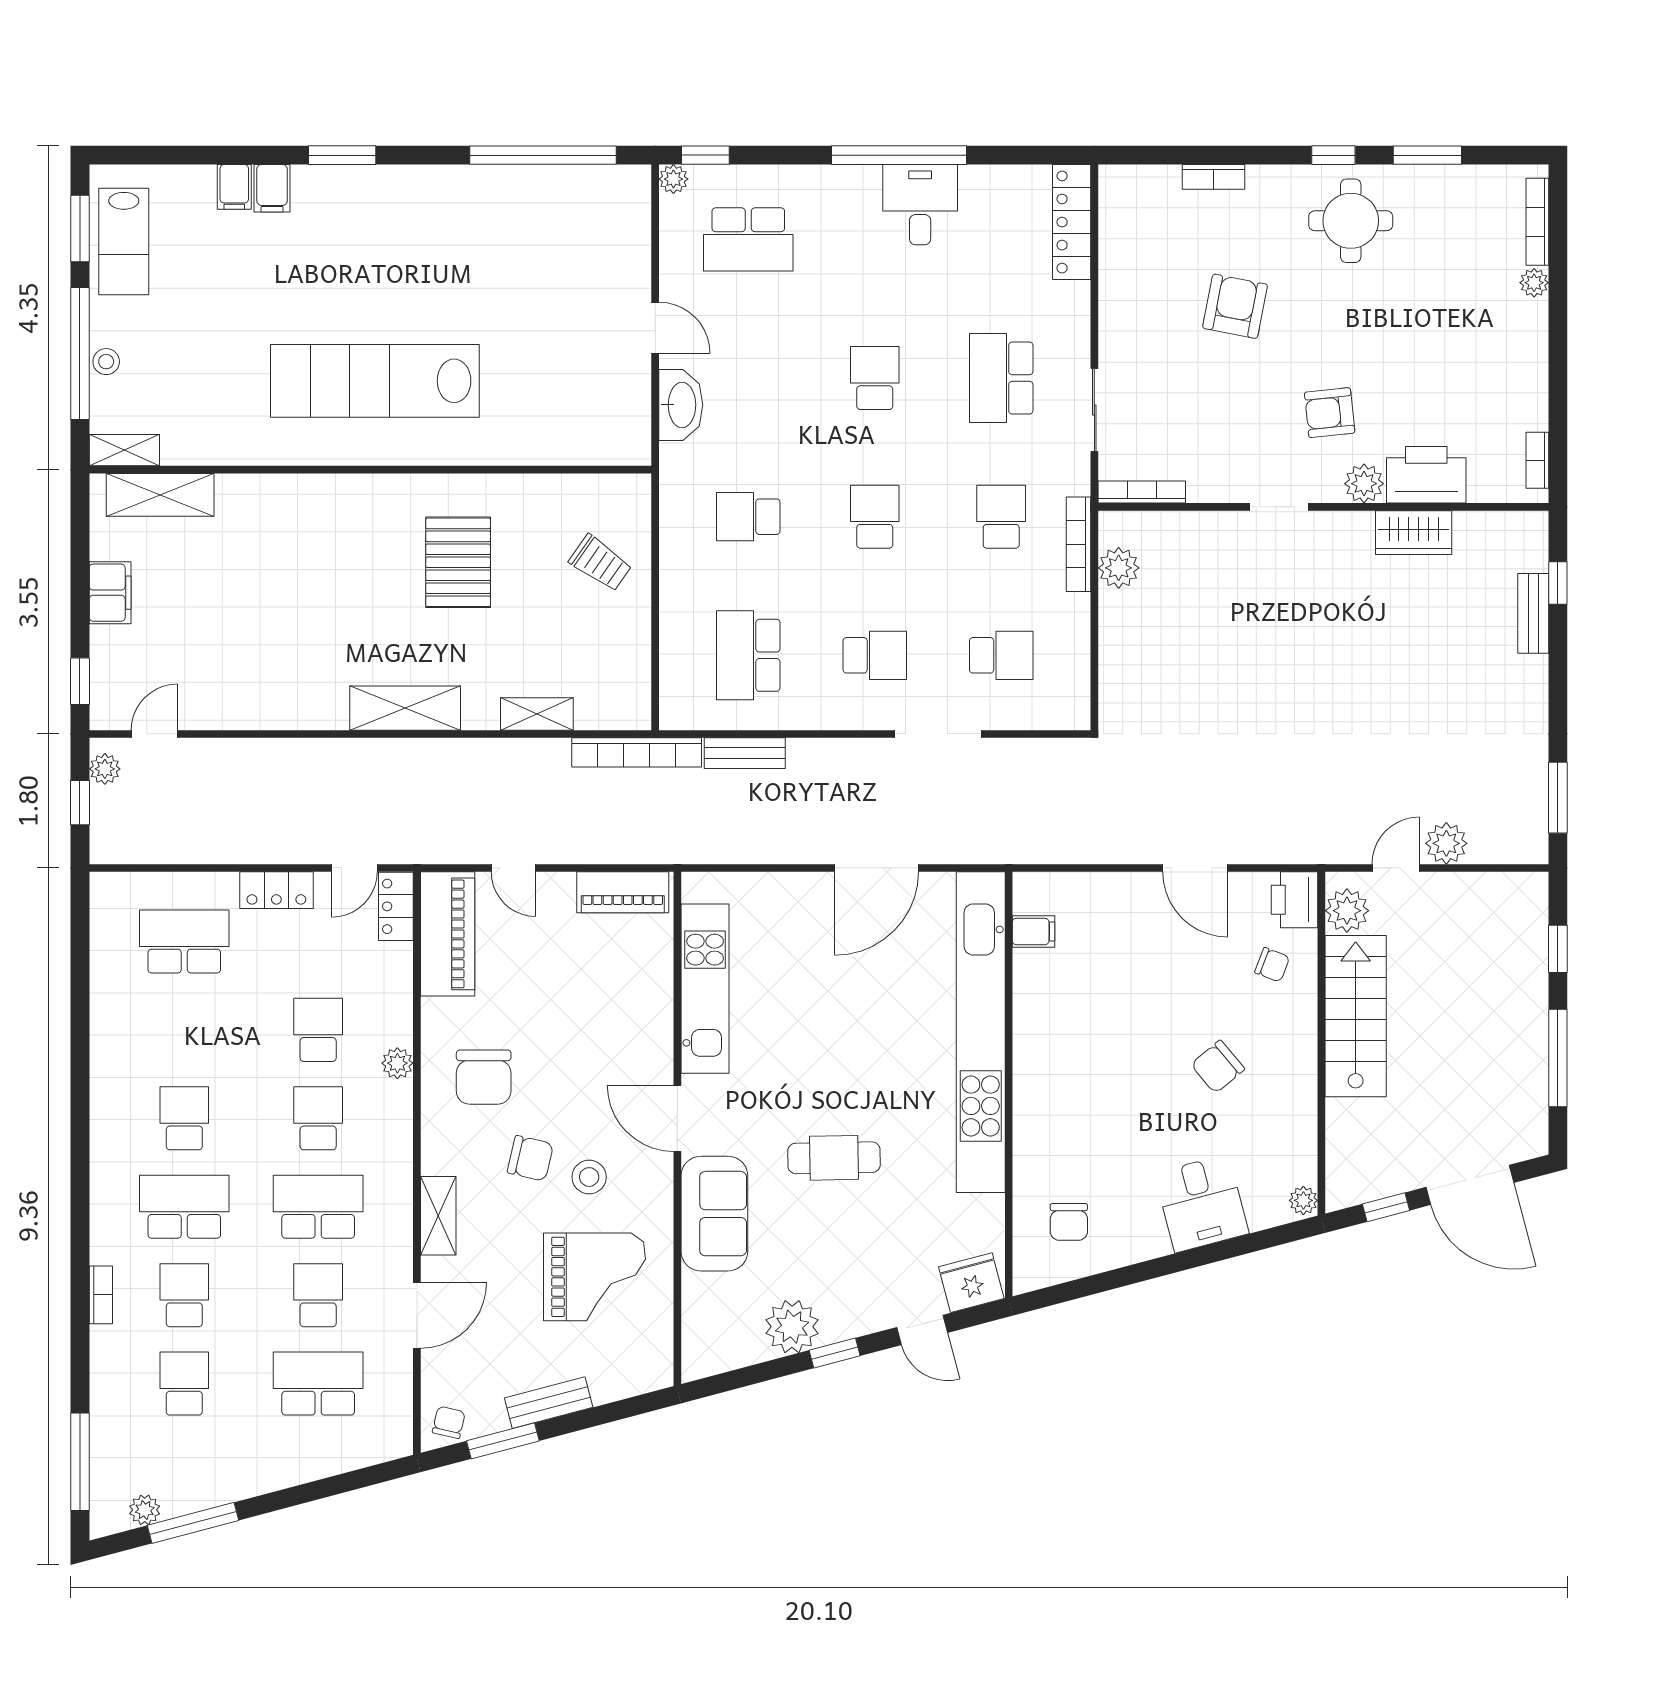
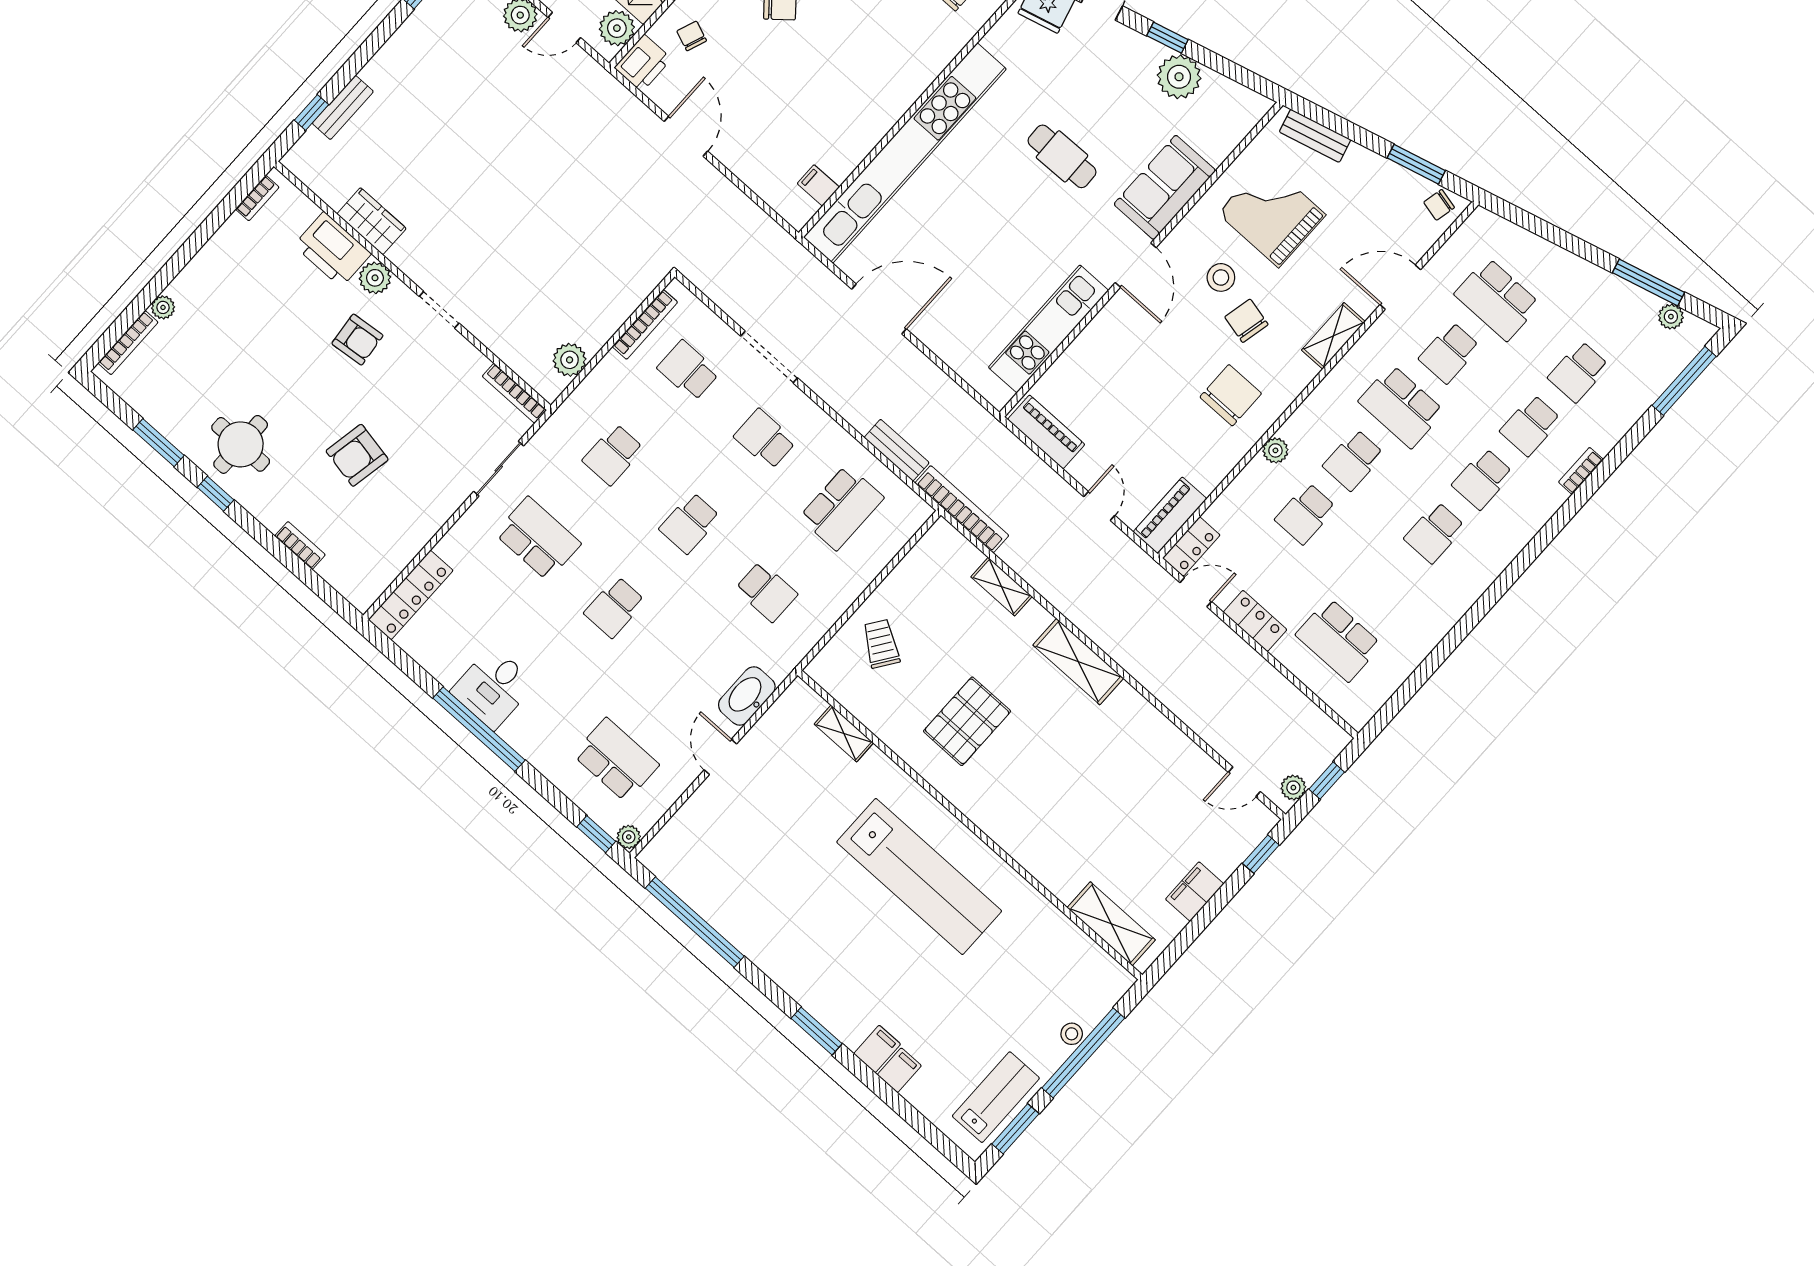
school desk: (1001, 378) -> (538, 539), turned -90
shelving: (124, 450) -> (844, 733), moved
bookcase: (1079, 544) -> (645, 324), moved
piano: (448, 934) -> (1170, 515), width x0.73, depth x0.75
school desk: (184, 1207) -> (1483, 479), width x0.54
bench: (549, 1403) -> (1315, 136), moved

